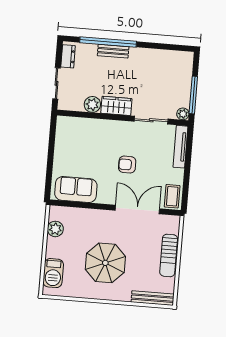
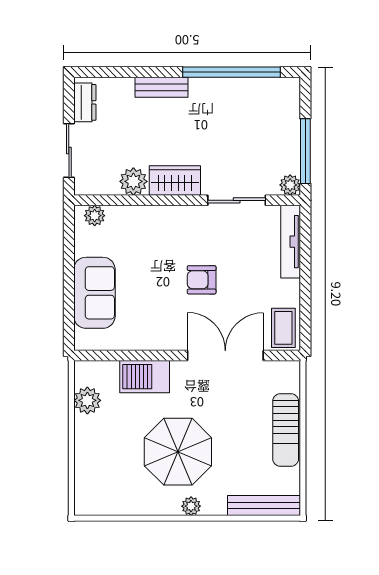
window: (108, 42) -> (232, 72), moved
plant: (68, 122) -> (95, 216), added
sofa: (76, 190) -> (94, 293), moved, turned 90
barbecue: (53, 273) -> (145, 377), moved, turned 90
plant: (110, 295) -> (191, 506), added

